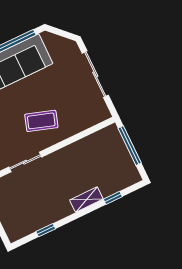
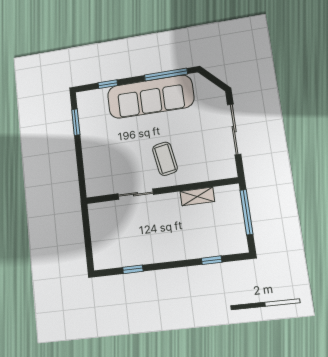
coffee table: (41, 121) -> (165, 159), turned 62
shelving: (86, 200) -> (197, 196), moved

